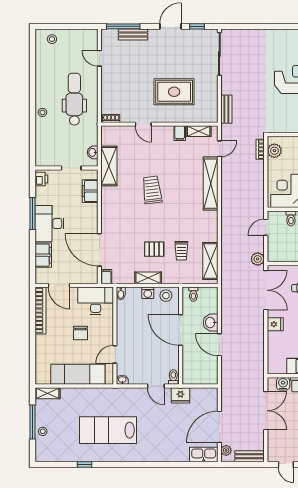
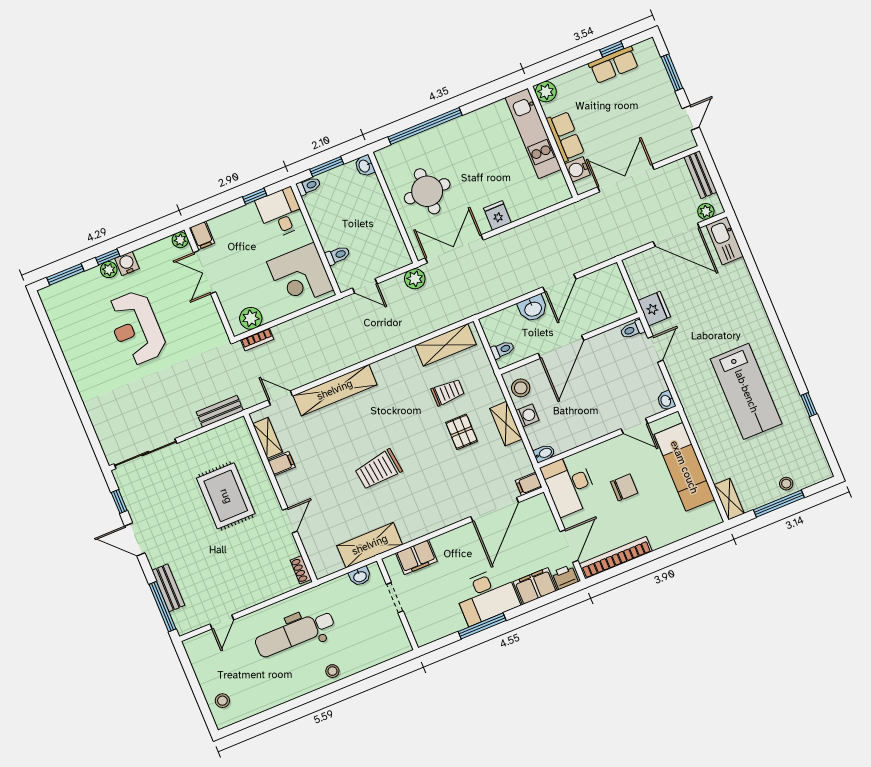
printer: (41, 179) -> (565, 577), moved

